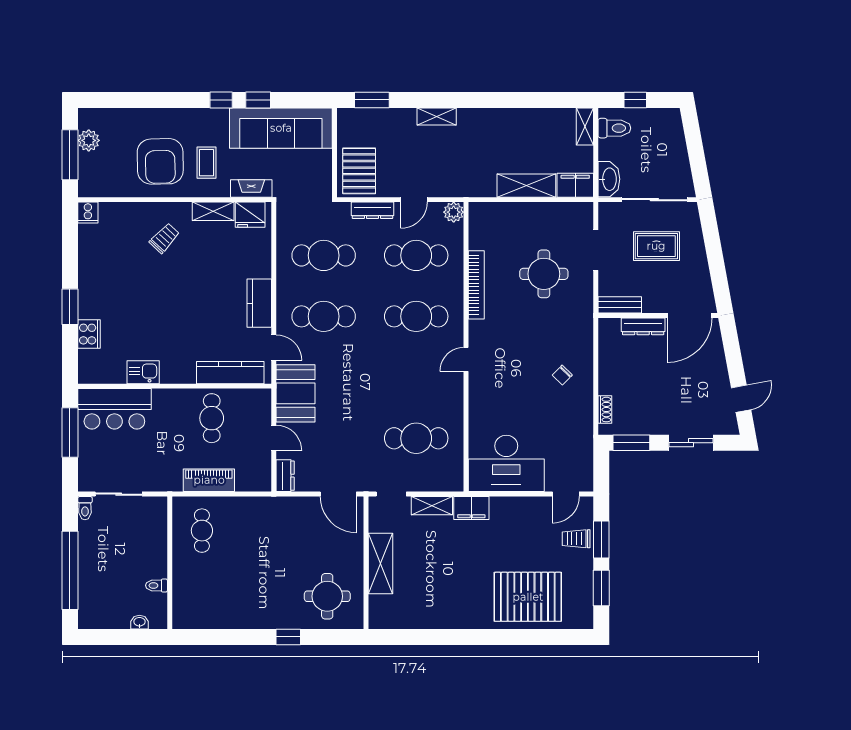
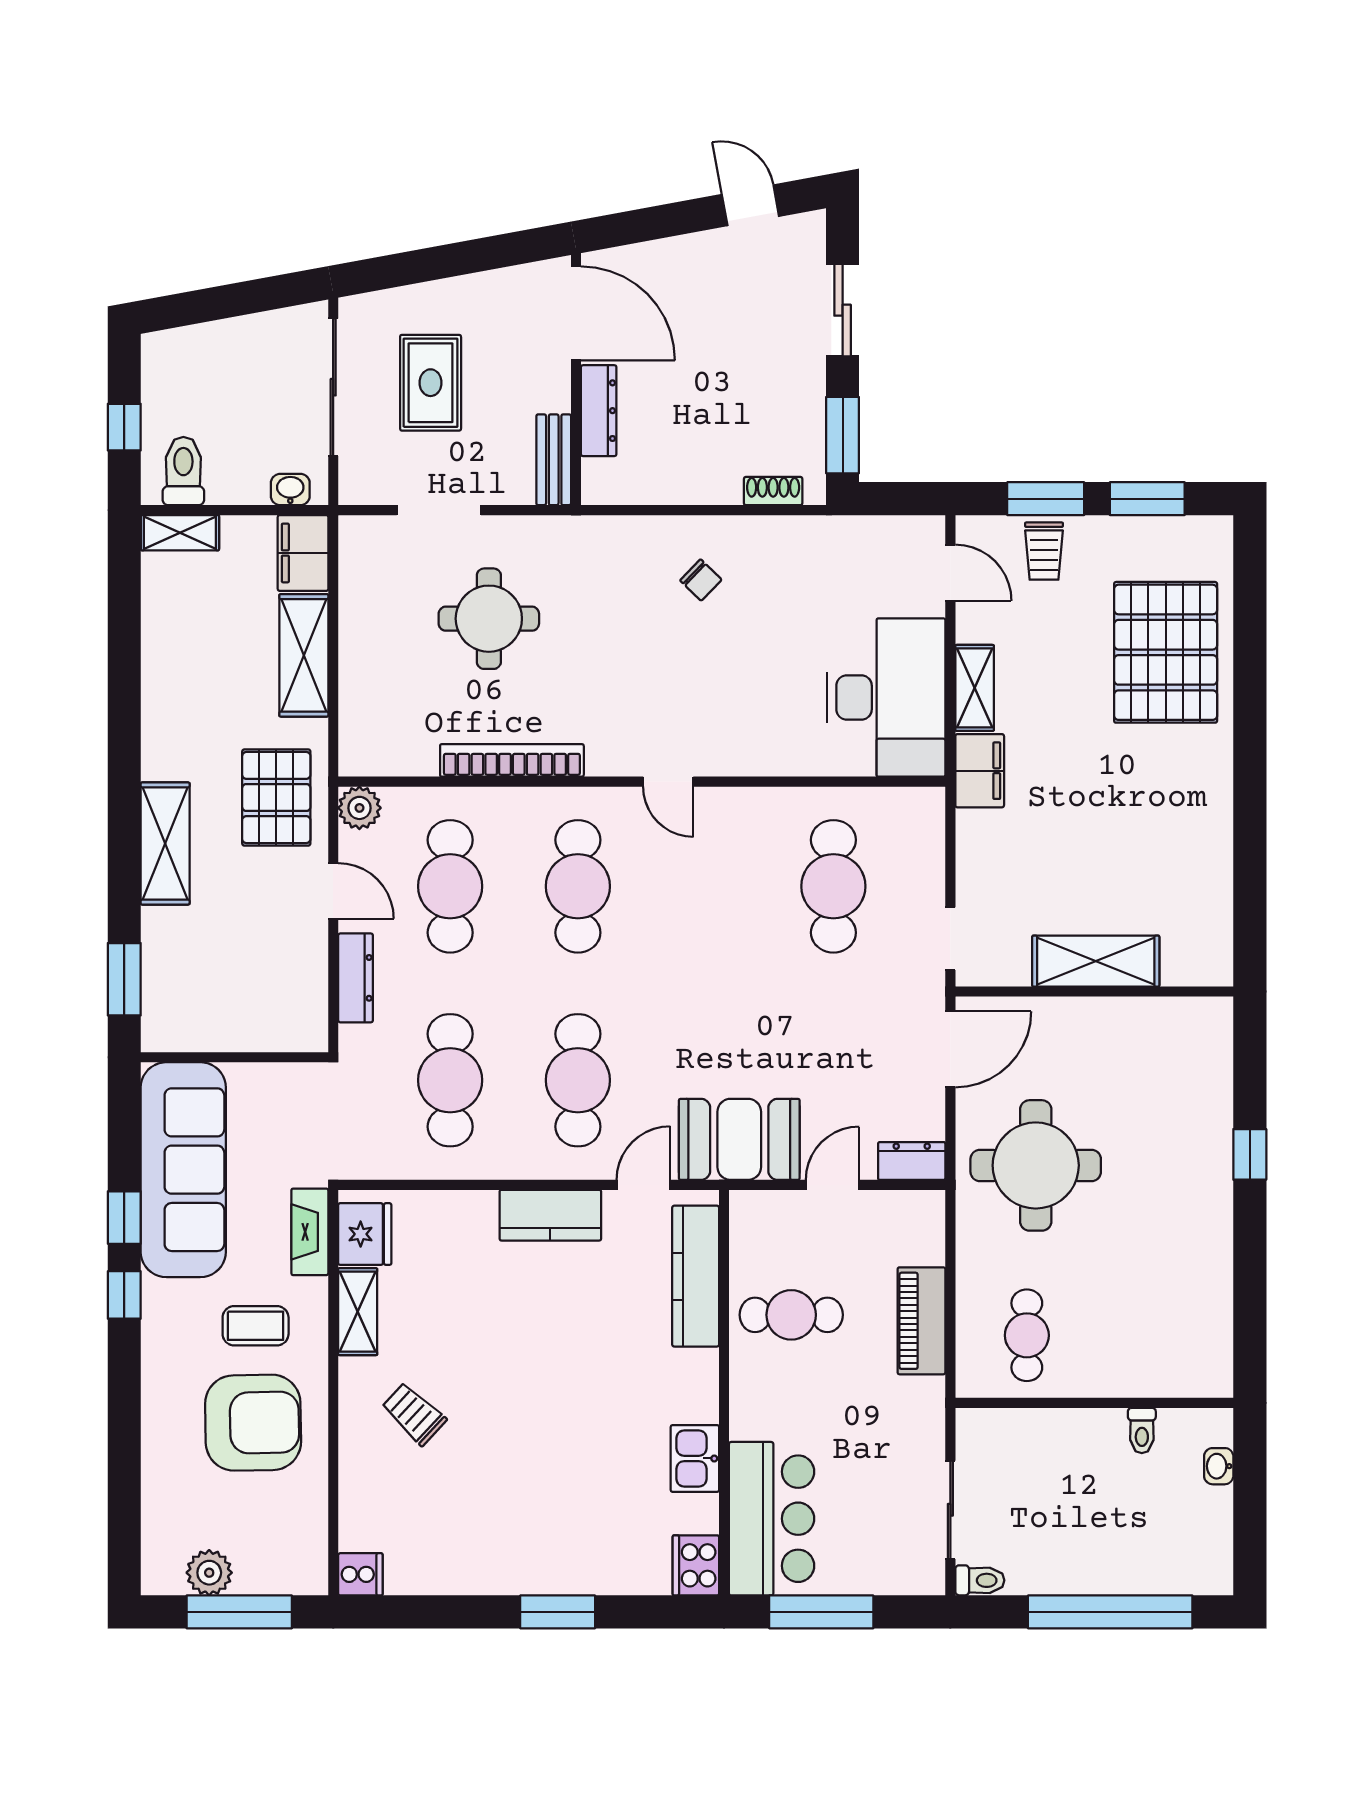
shelving: (437, 116) -> (165, 843), width x1.50, depth x1.33
pallet: (359, 171) -> (276, 798), moved, turned 90
washbasin: (609, 179) -> (290, 489), width x0.52, depth x0.69
cooker: (89, 334) -> (696, 1565), moved, turned -90
shelving: (432, 506) -> (975, 688), moved
cafe table: (202, 531) -> (1027, 1335), turned 90
round table: (327, 596) -> (1036, 1165), moved, width x1.36, depth x1.36

